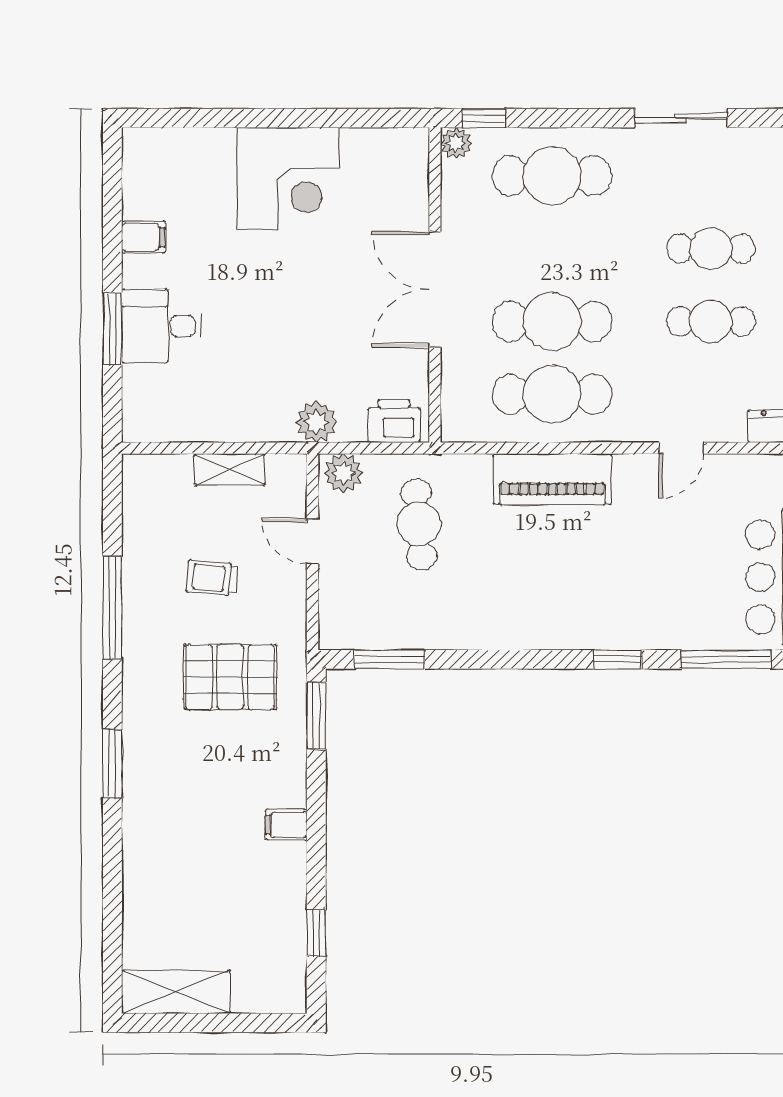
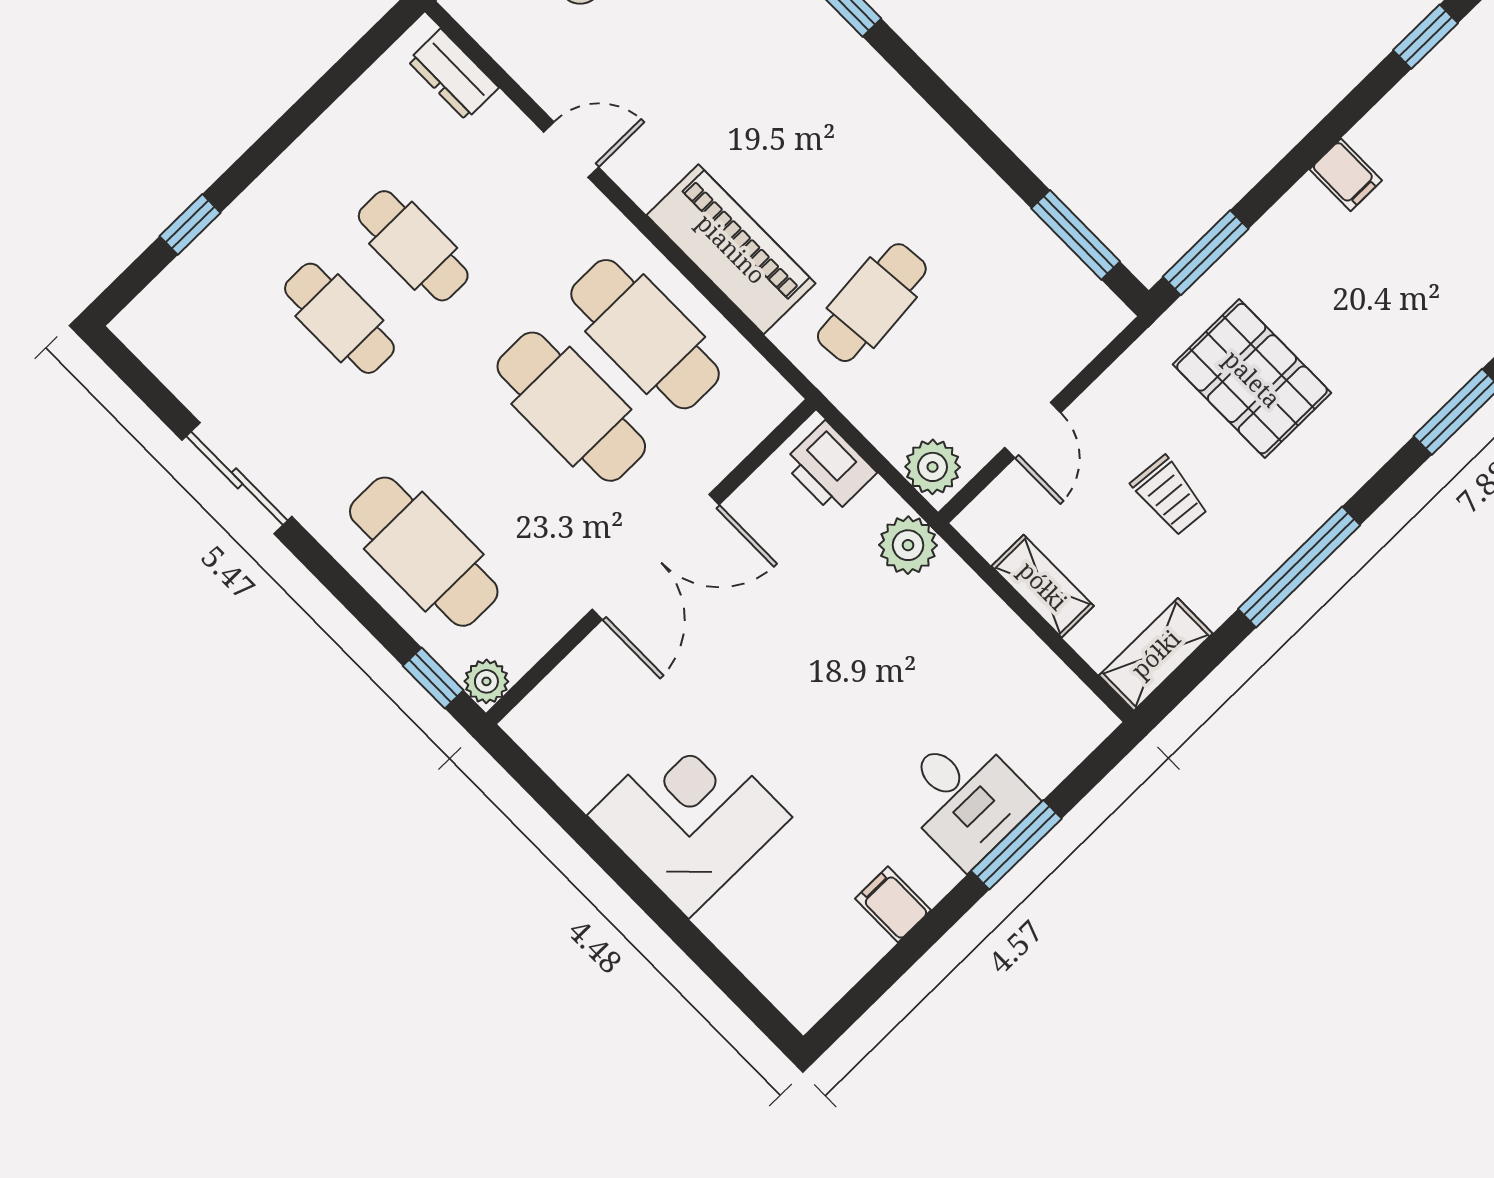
shelving: (139, 493) -> (1156, 654), added
cafe table: (419, 524) -> (872, 303), moved

